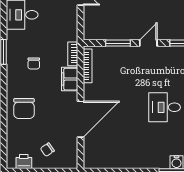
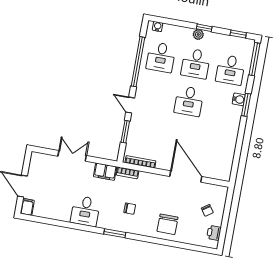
filing cabinet: (70, 79) -> (105, 172), moved
chair: (24, 108) -> (168, 224), turned 90

